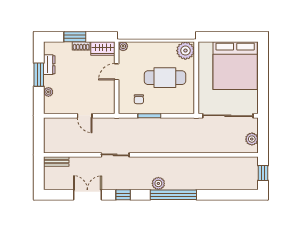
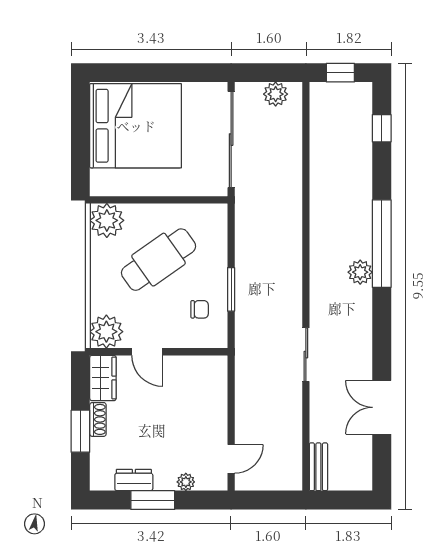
plant: (123, 46) -> (106, 332), width x1.88, depth x1.88
cafe table: (165, 78) -> (159, 260), turned 55
door: (85, 116) -> (231, 459), moved
window: (123, 195) -> (382, 128), moved

